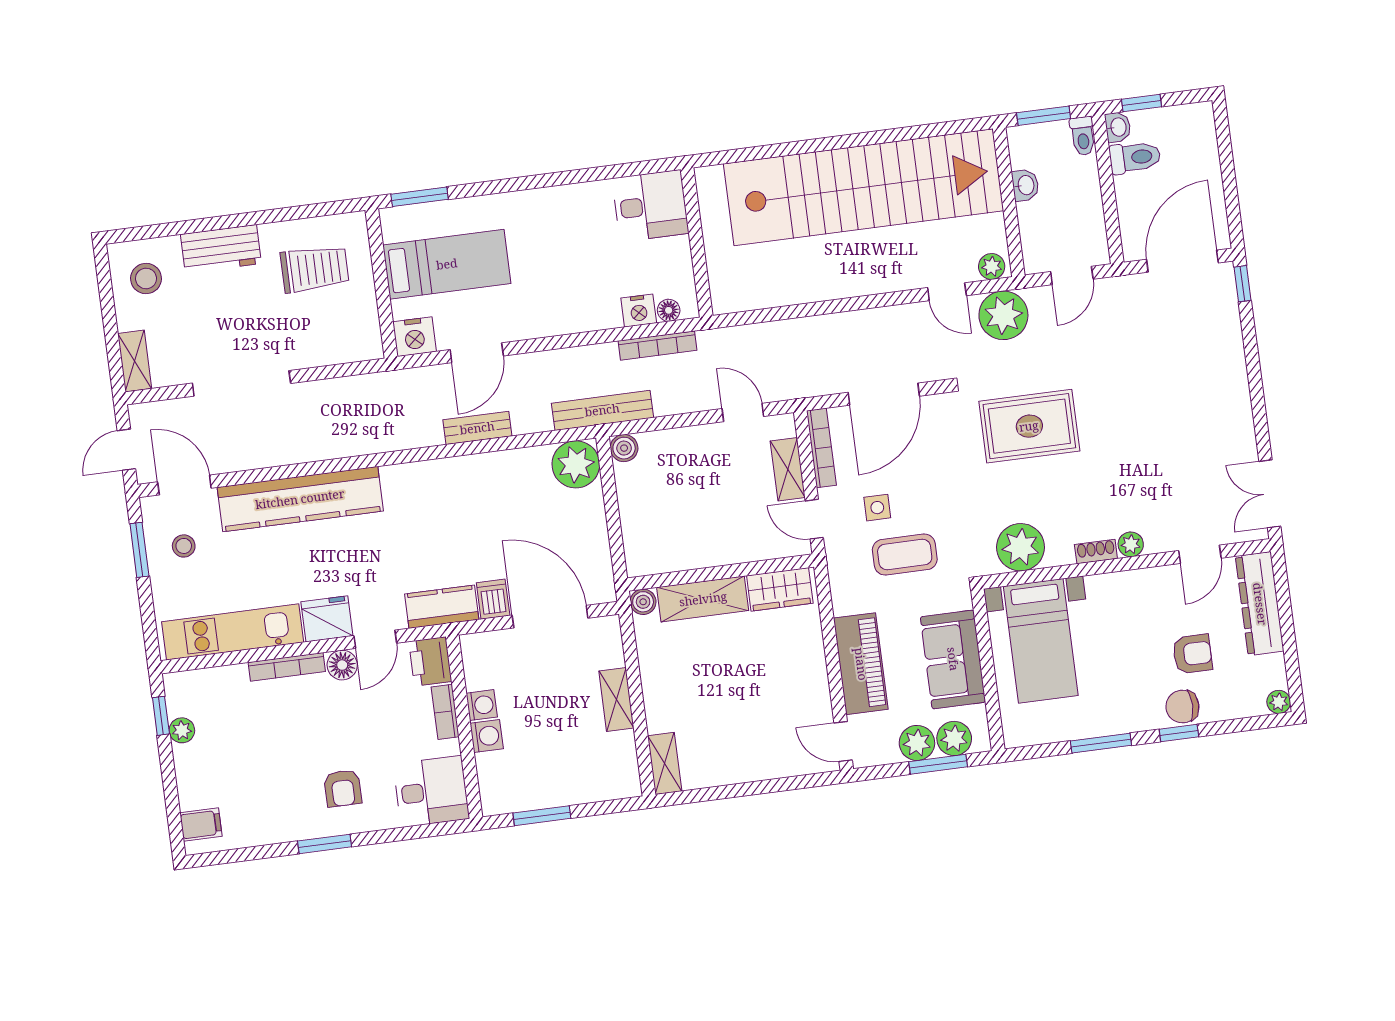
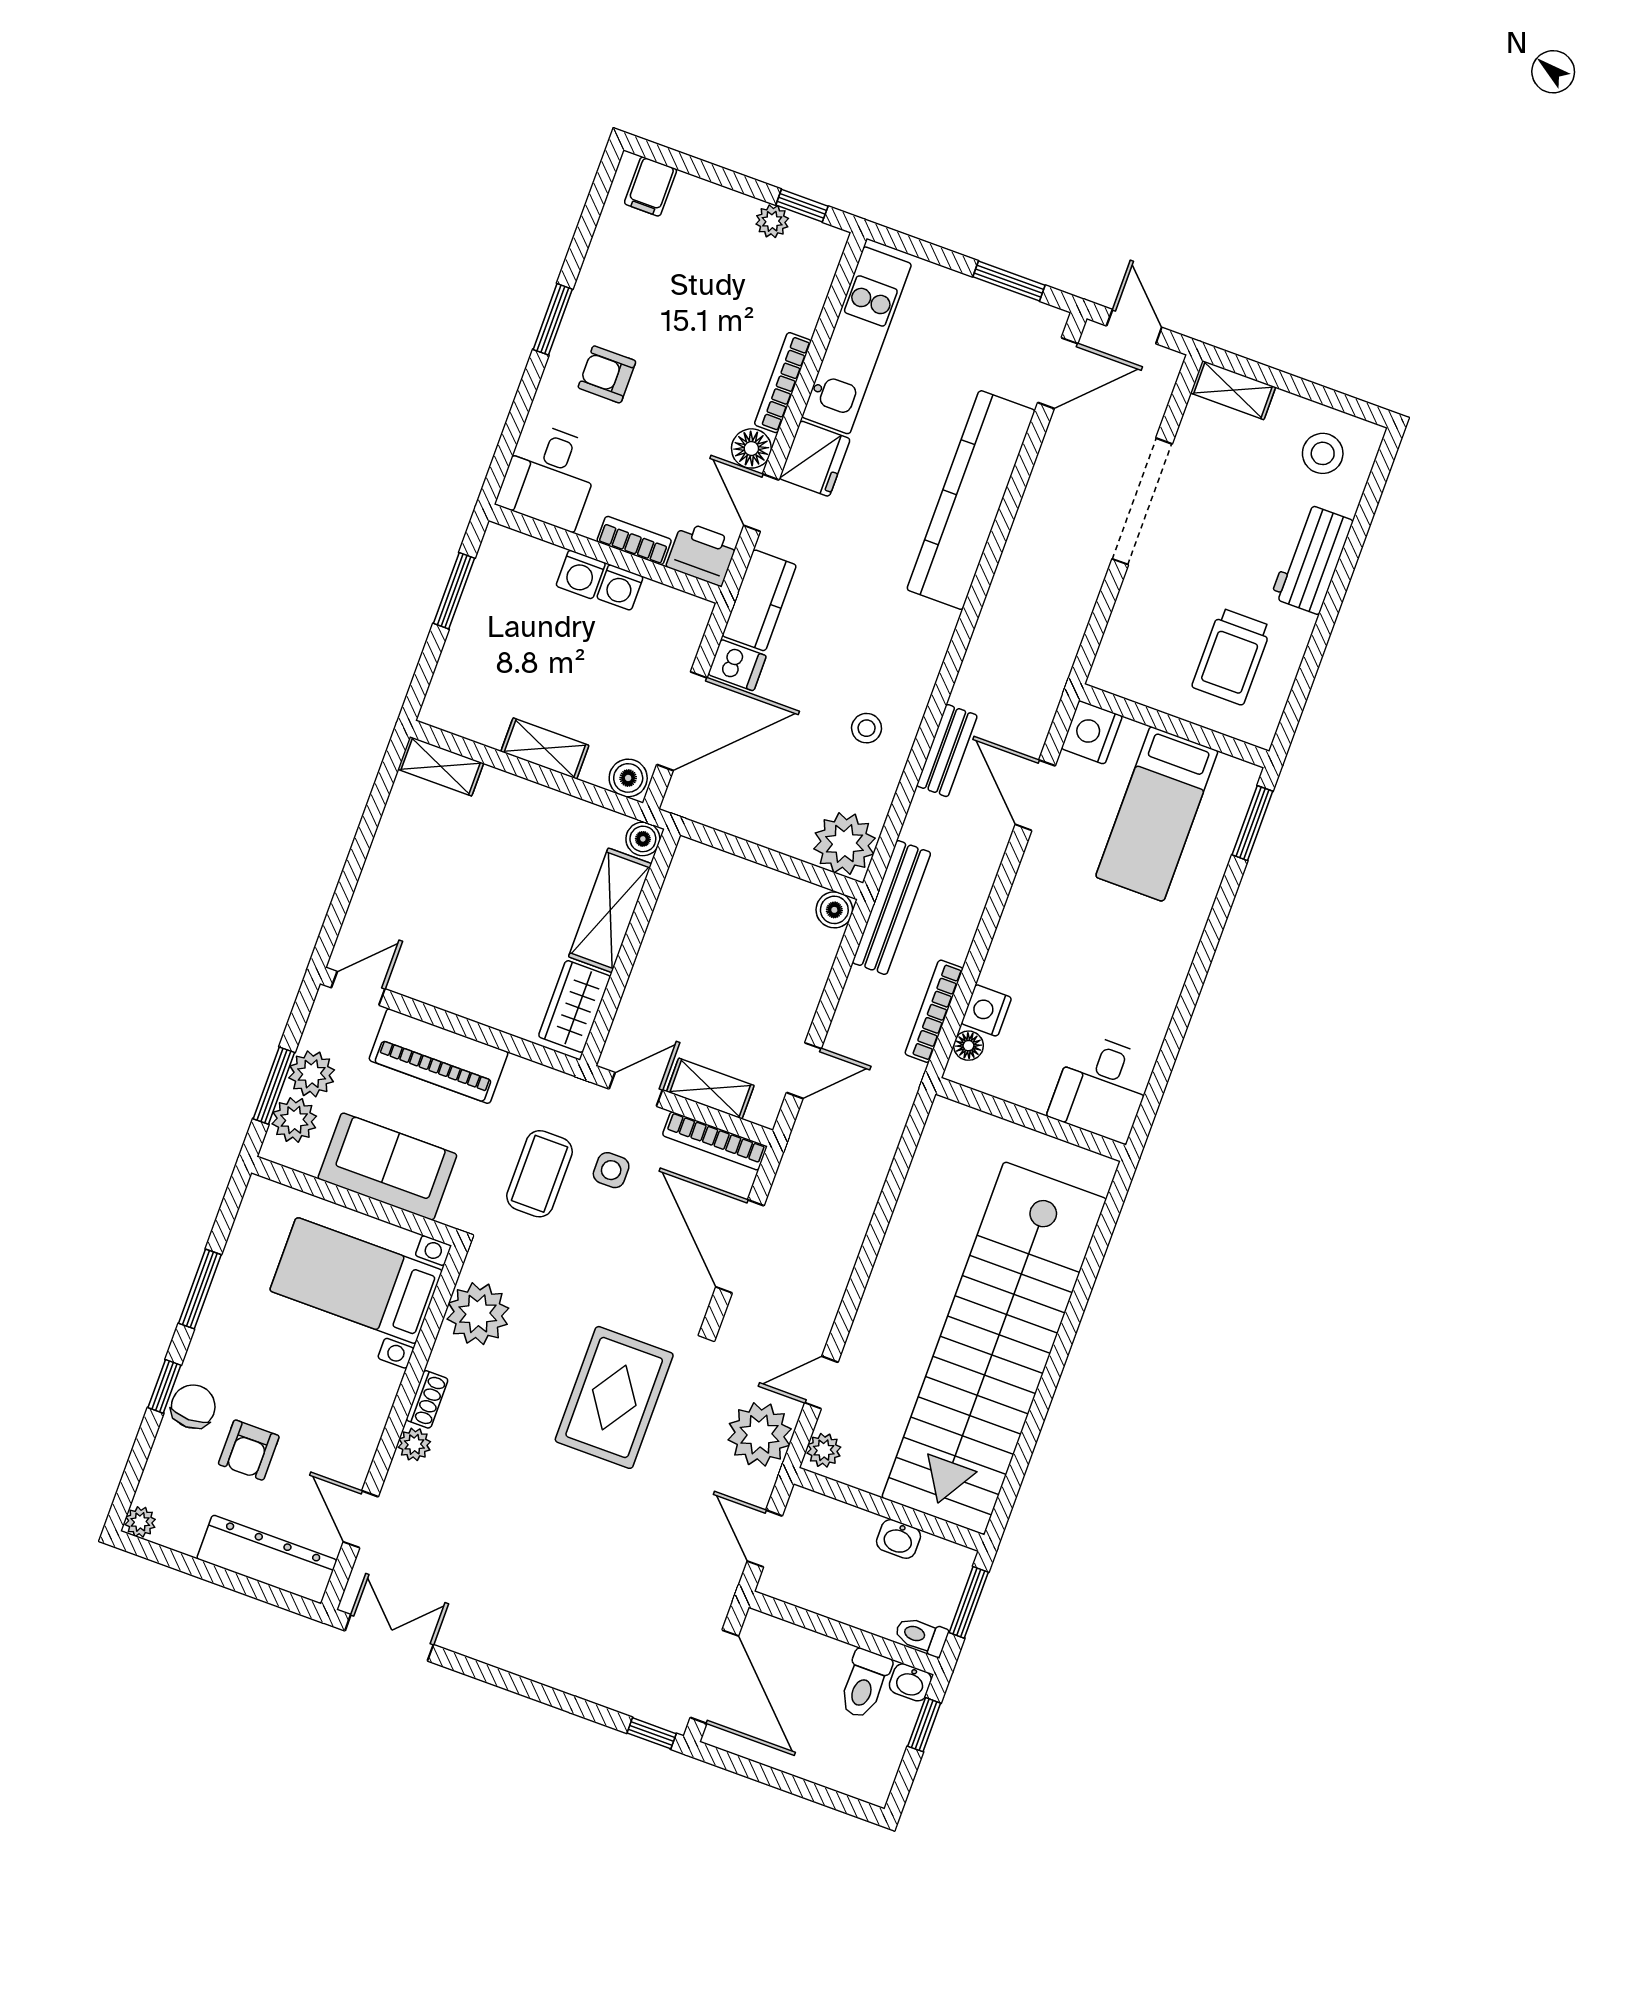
stool: (184, 546) -> (867, 728), moved
boiler: (607, 633) -> (628, 778), added

